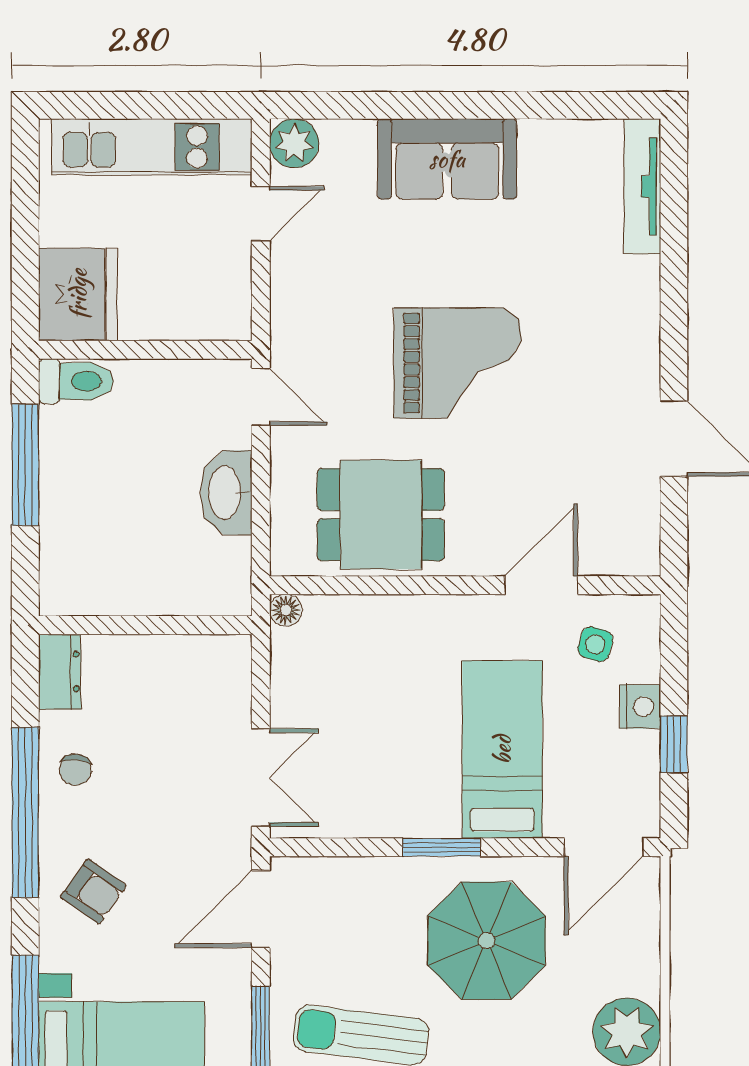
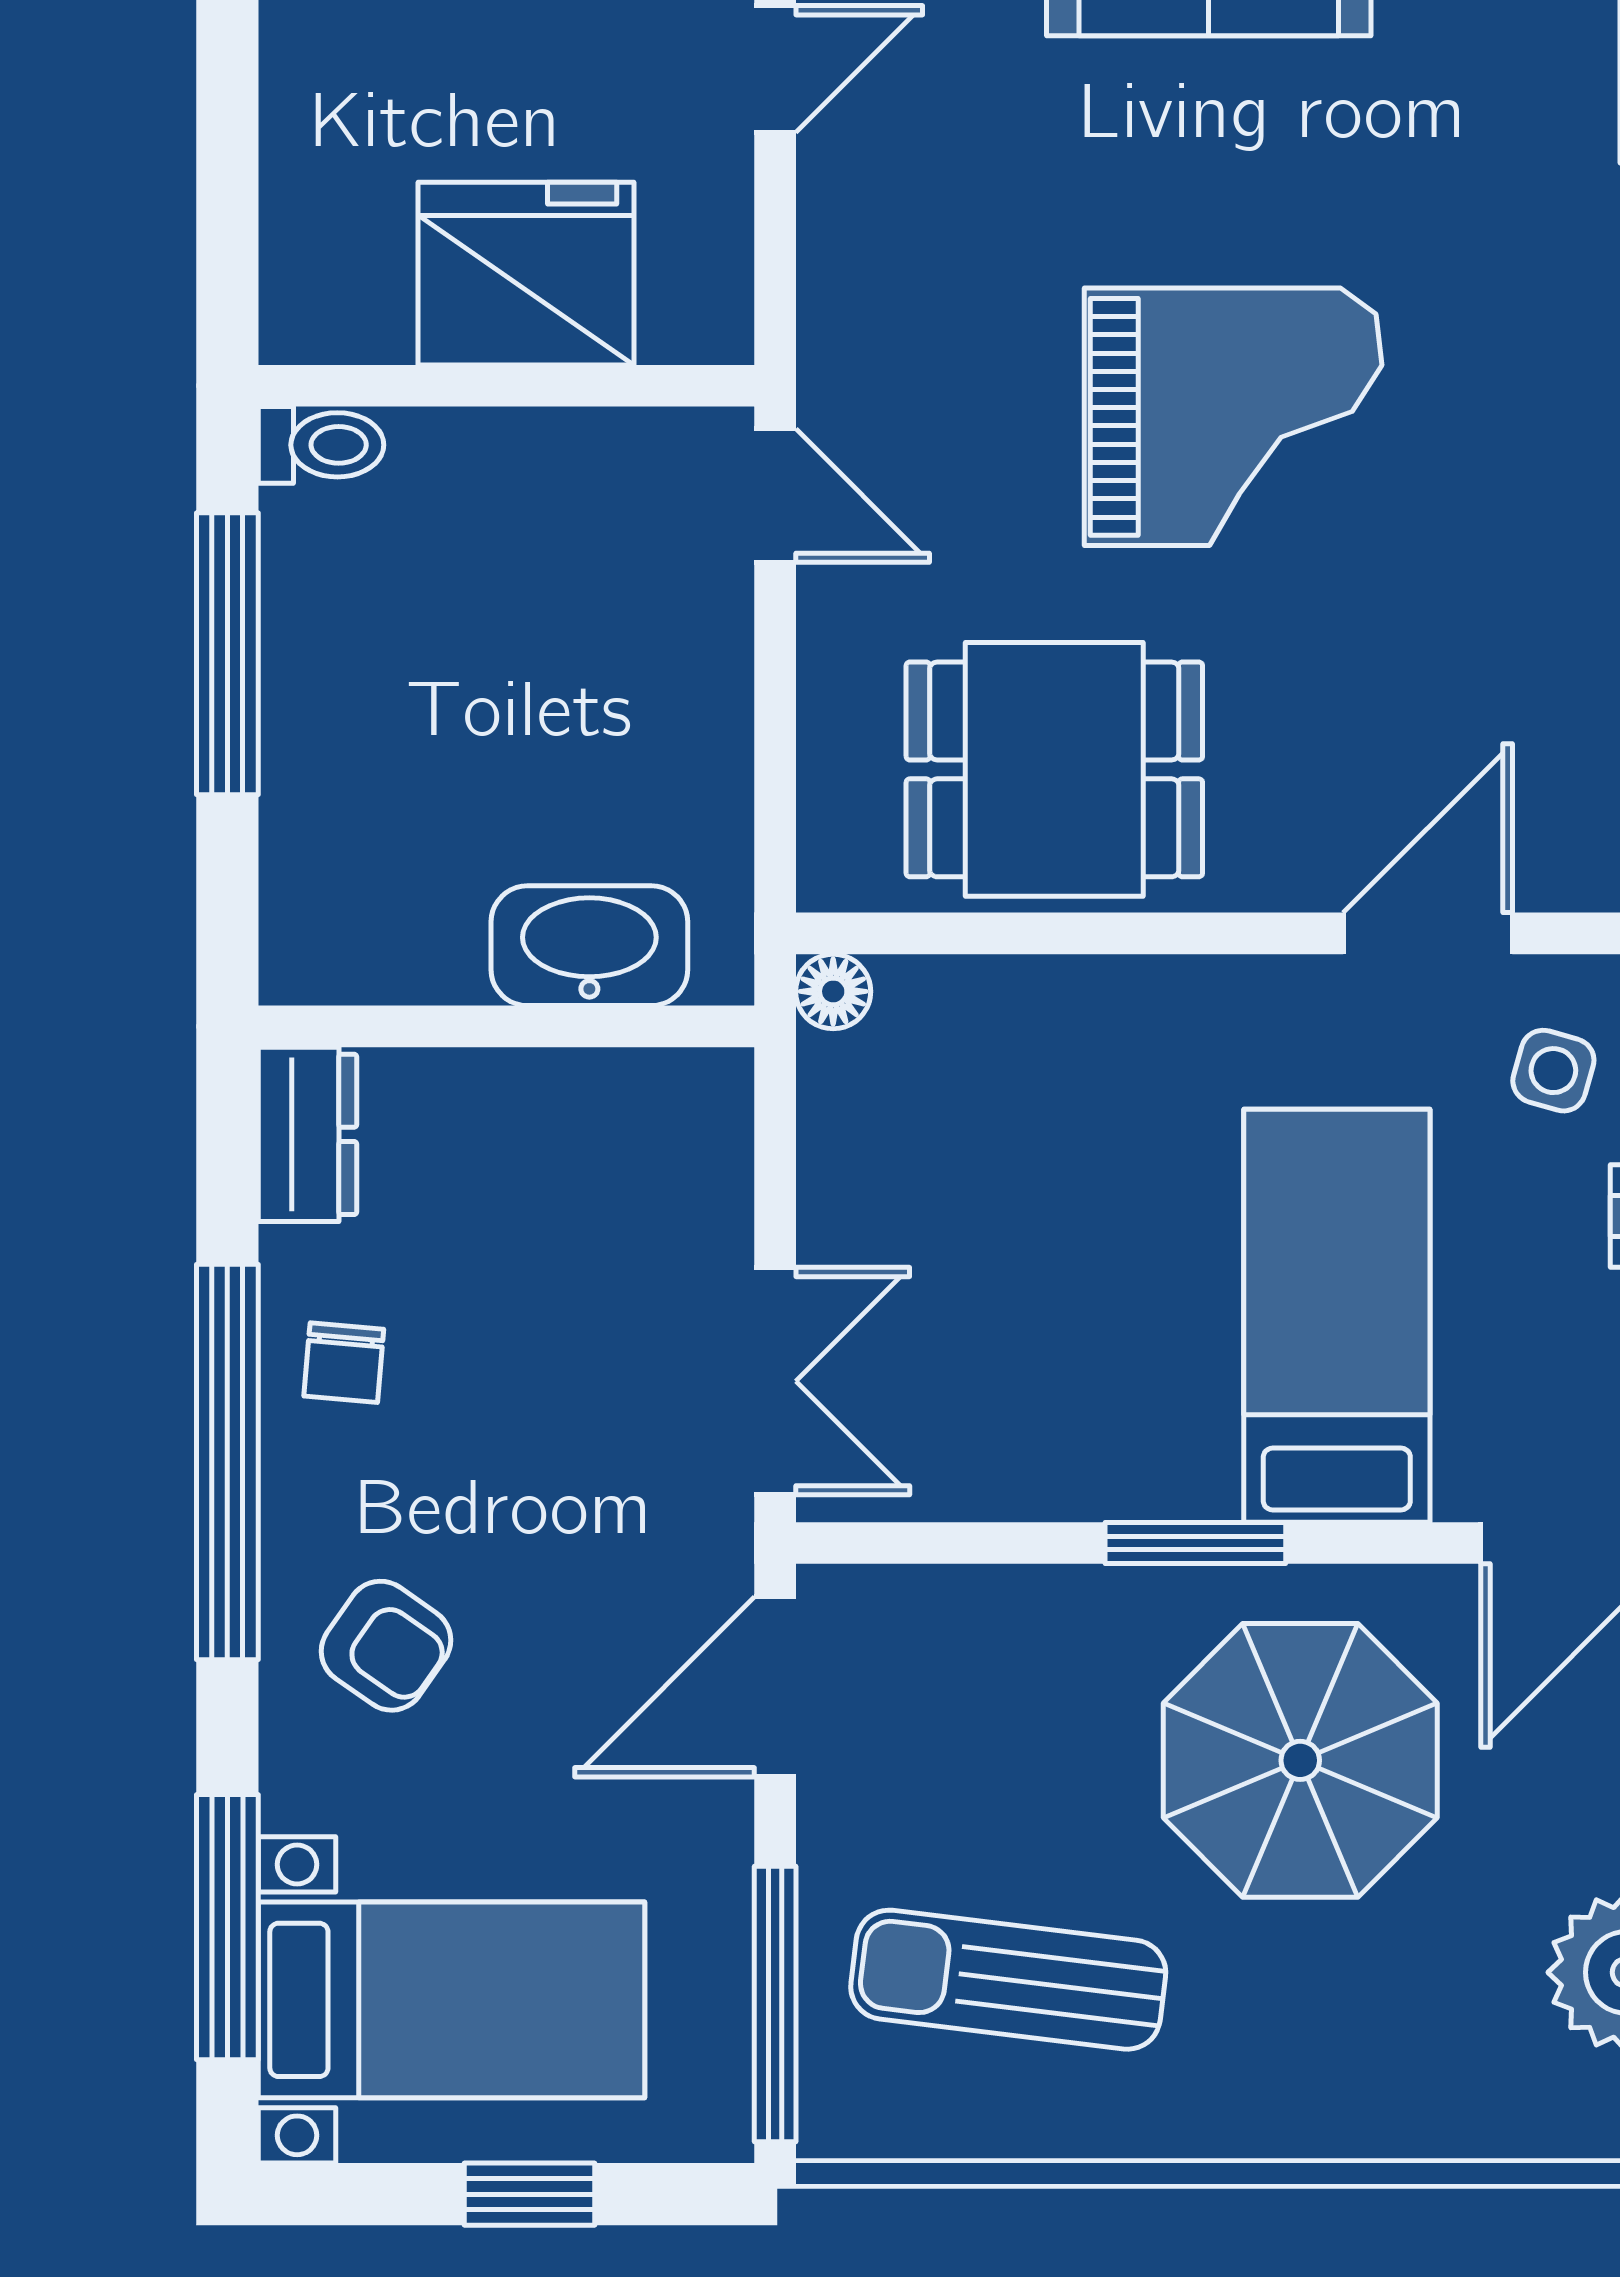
fridge: (78, 294) -> (526, 274), moved, turned -90
toilet: (76, 381) -> (321, 445), width x0.73, depth x0.72
washbasin: (226, 493) -> (589, 946), moved, turned 90

